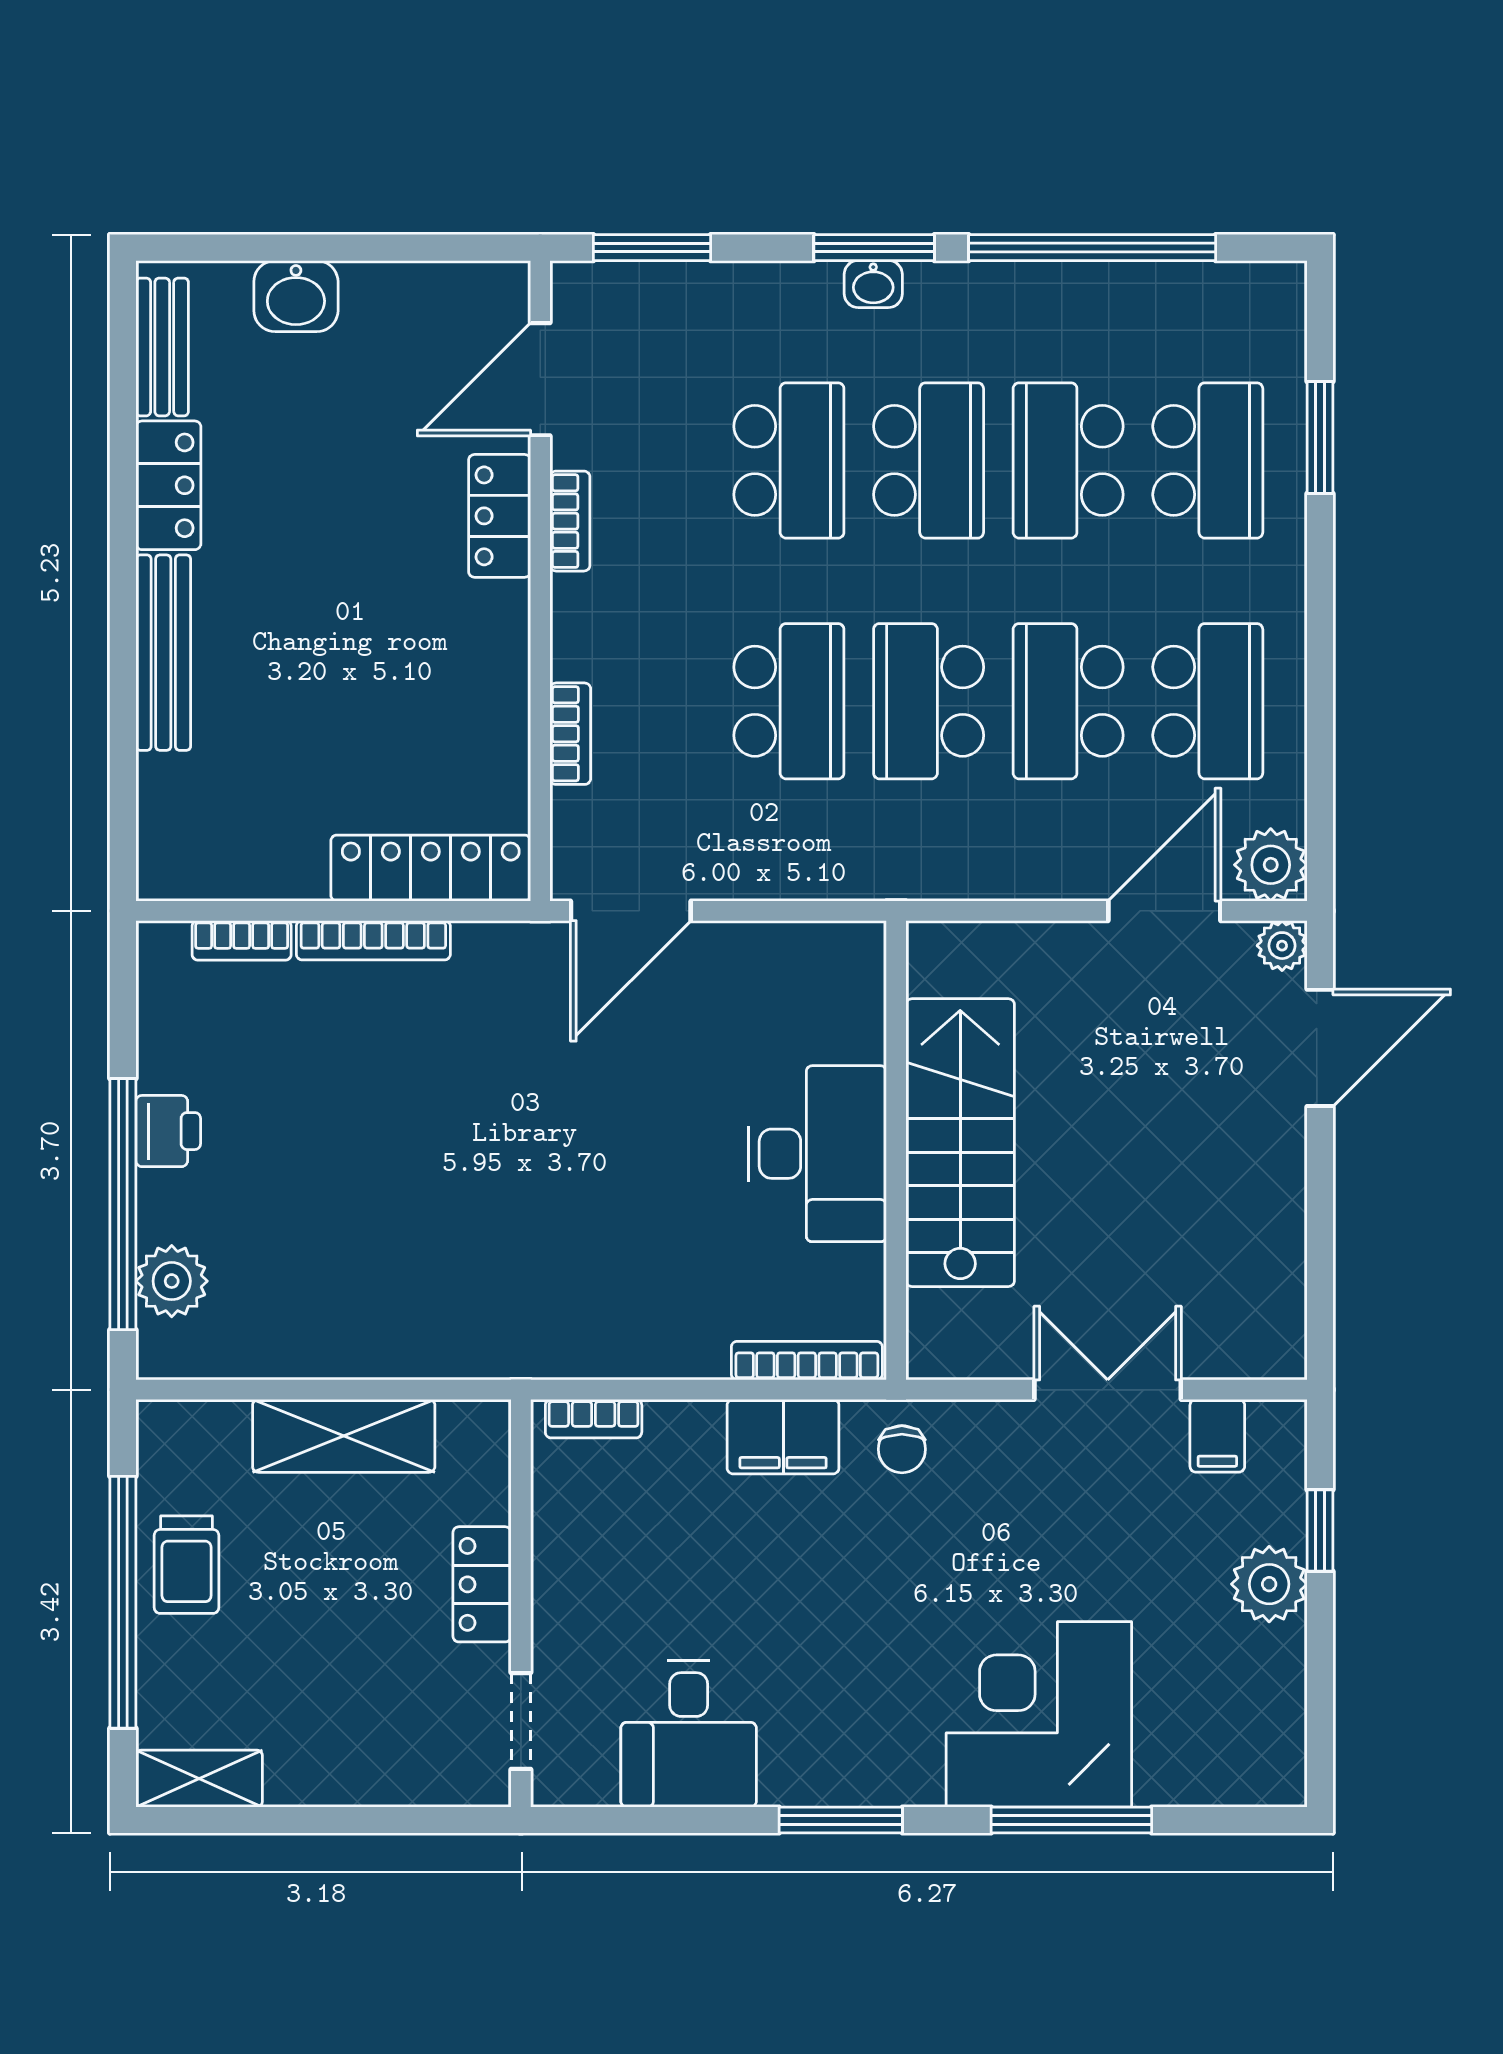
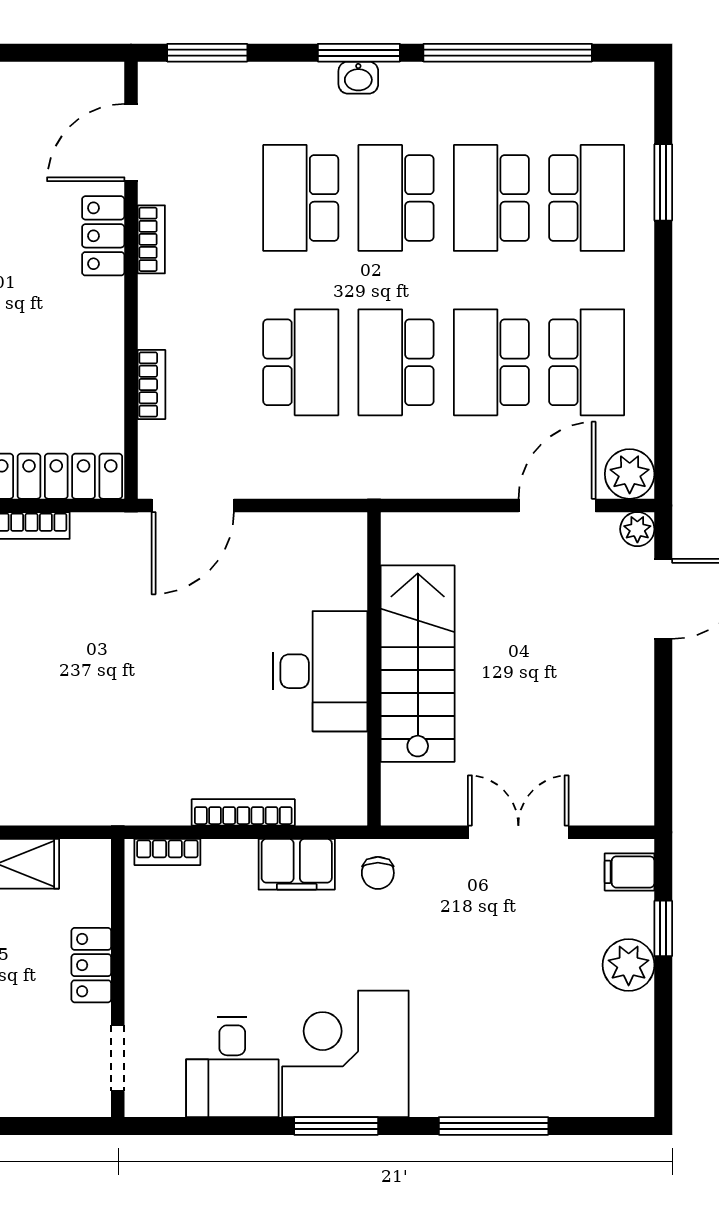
school desk: (789, 460) -> (301, 198), turned 180
school desk: (929, 460) -> (396, 198), turned 180
bookcase: (807, 1361) -> (243, 812), moved
filing cabinet: (1217, 1436) -> (630, 872), moved, turned 90
corner desk: (1039, 1714) -> (345, 1054), moved

